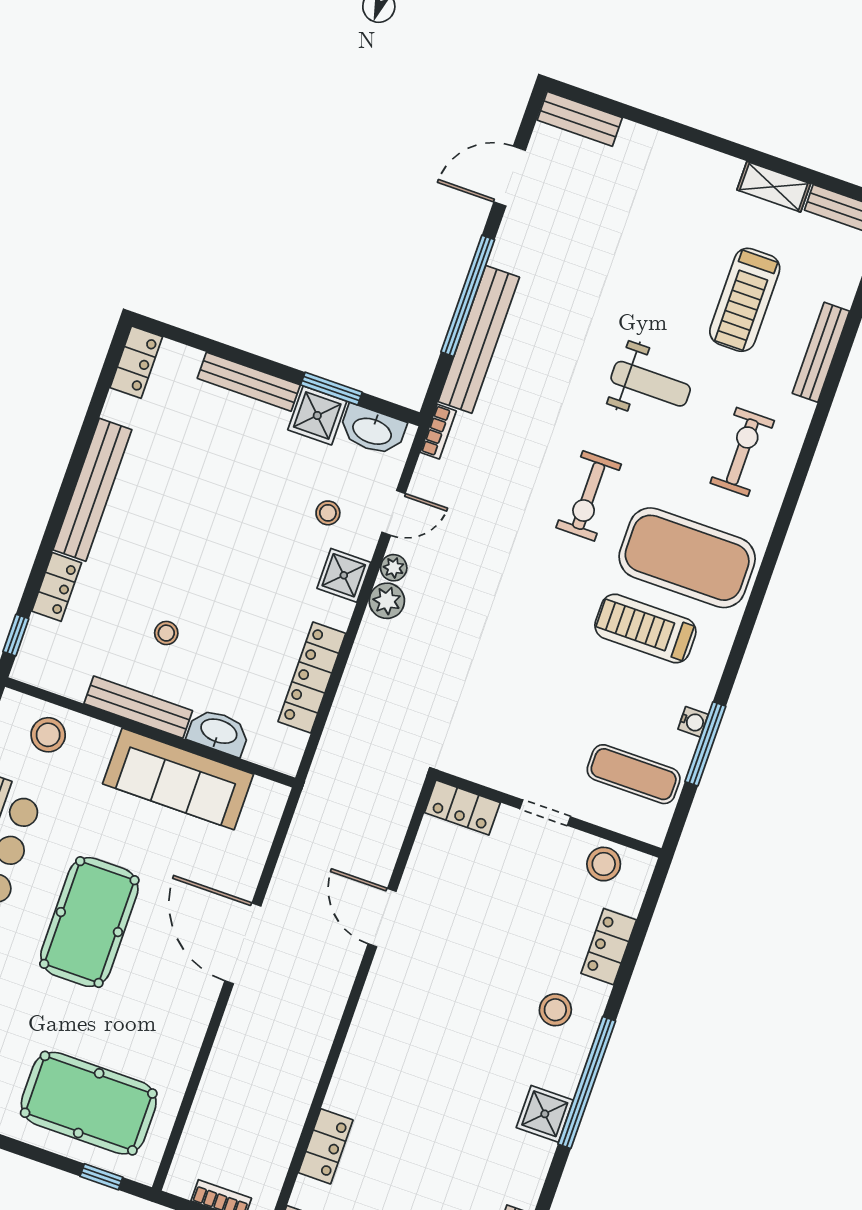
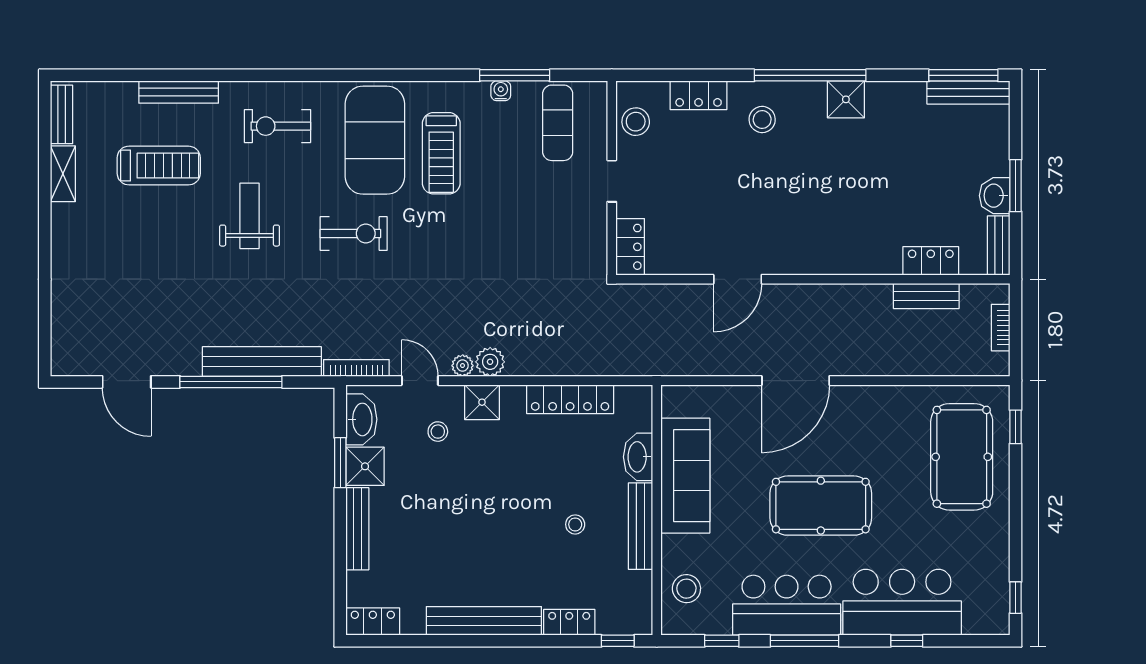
bench: (580, 119) -> (926, 296), moved, turned 90
bookcase: (438, 432) -> (356, 368), width x1.56

